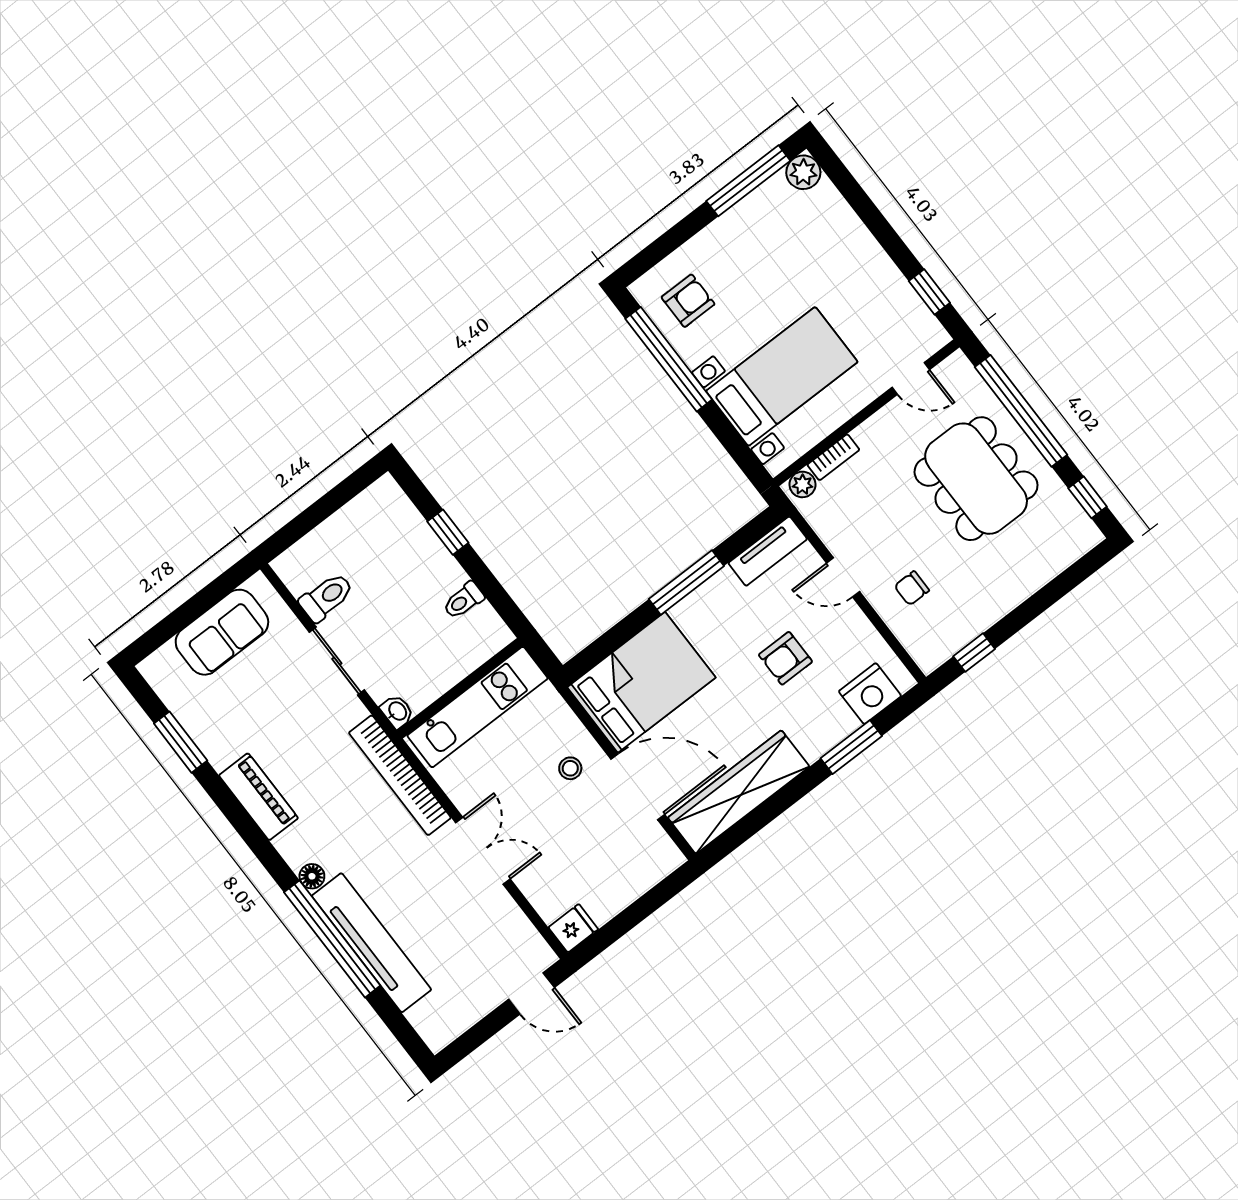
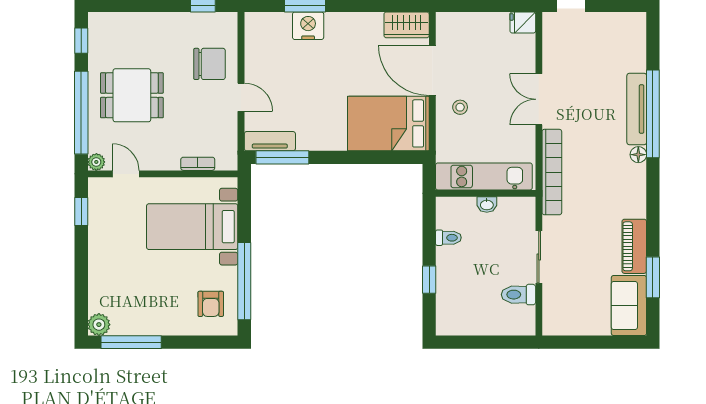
armchair: (688, 301) -> (211, 304), turned -90
dining table: (976, 479) -> (132, 95), width x0.73
plant: (802, 484) -> (96, 162), moved
window: (686, 583) -> (282, 157), moved
chair: (912, 588) -> (210, 64), width x1.87, depth x1.87
sofa: (222, 632) -> (629, 305), moved, turned -90
armchair: (785, 658) -> (304, 78), removed
nightstand: (870, 694) -> (308, 26), moved
washbasin: (397, 711) -> (487, 205), moved, turned -90
wardrobe: (739, 792) -> (407, 25), width x0.48, depth x0.85
piano: (258, 797) -> (634, 246), moved
tv unit: (371, 943) -> (637, 109), width x0.73, depth x0.78

